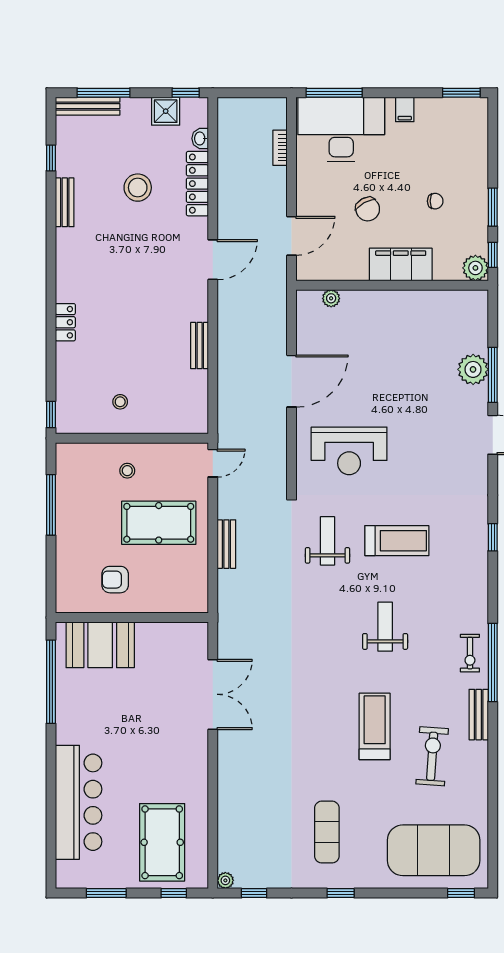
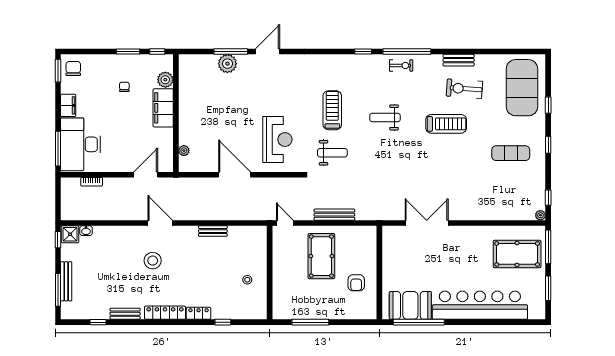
bench: (88, 106) -> (66, 281), moved
filing cabinet: (405, 109) -> (68, 105), width x2.00
shower: (166, 111) -> (70, 234), moved
locker: (197, 184) -> (165, 313), moved, turned 180
stool: (138, 188) -> (153, 261), moved
chair: (368, 209) -> (73, 69), moved, turned -61
door: (292, 236) -> (146, 175), hinge flipped
plant: (475, 268) -> (165, 80), moved
window: (51, 415) -> (223, 322), moved
stool: (127, 471) -> (289, 275), removed
window: (493, 537) -> (363, 52), moved
weight bench: (327, 541) -> (332, 153), turned 180
bench: (226, 544) -> (334, 215), width x1.36
booth: (100, 645) -> (410, 305), moved, turned 90
bench: (479, 715) -> (459, 60), moved
treadmill: (375, 726) -> (446, 124), turned 180
bar counter: (79, 802) -> (480, 305), width x1.36
window: (174, 893) -> (548, 247), width x2.17
window: (461, 893) -> (548, 105), moved

